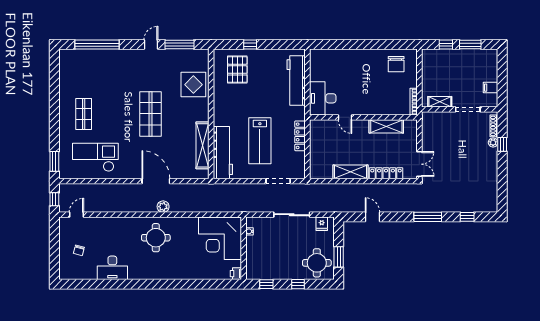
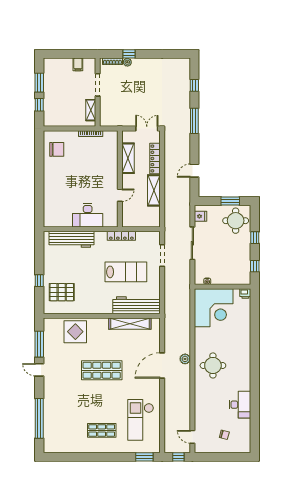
door: (345, 117) -> (120, 195), moved
wall: (363, 117) -> (120, 179), moved
shelving: (386, 126) -> (128, 158), moved

